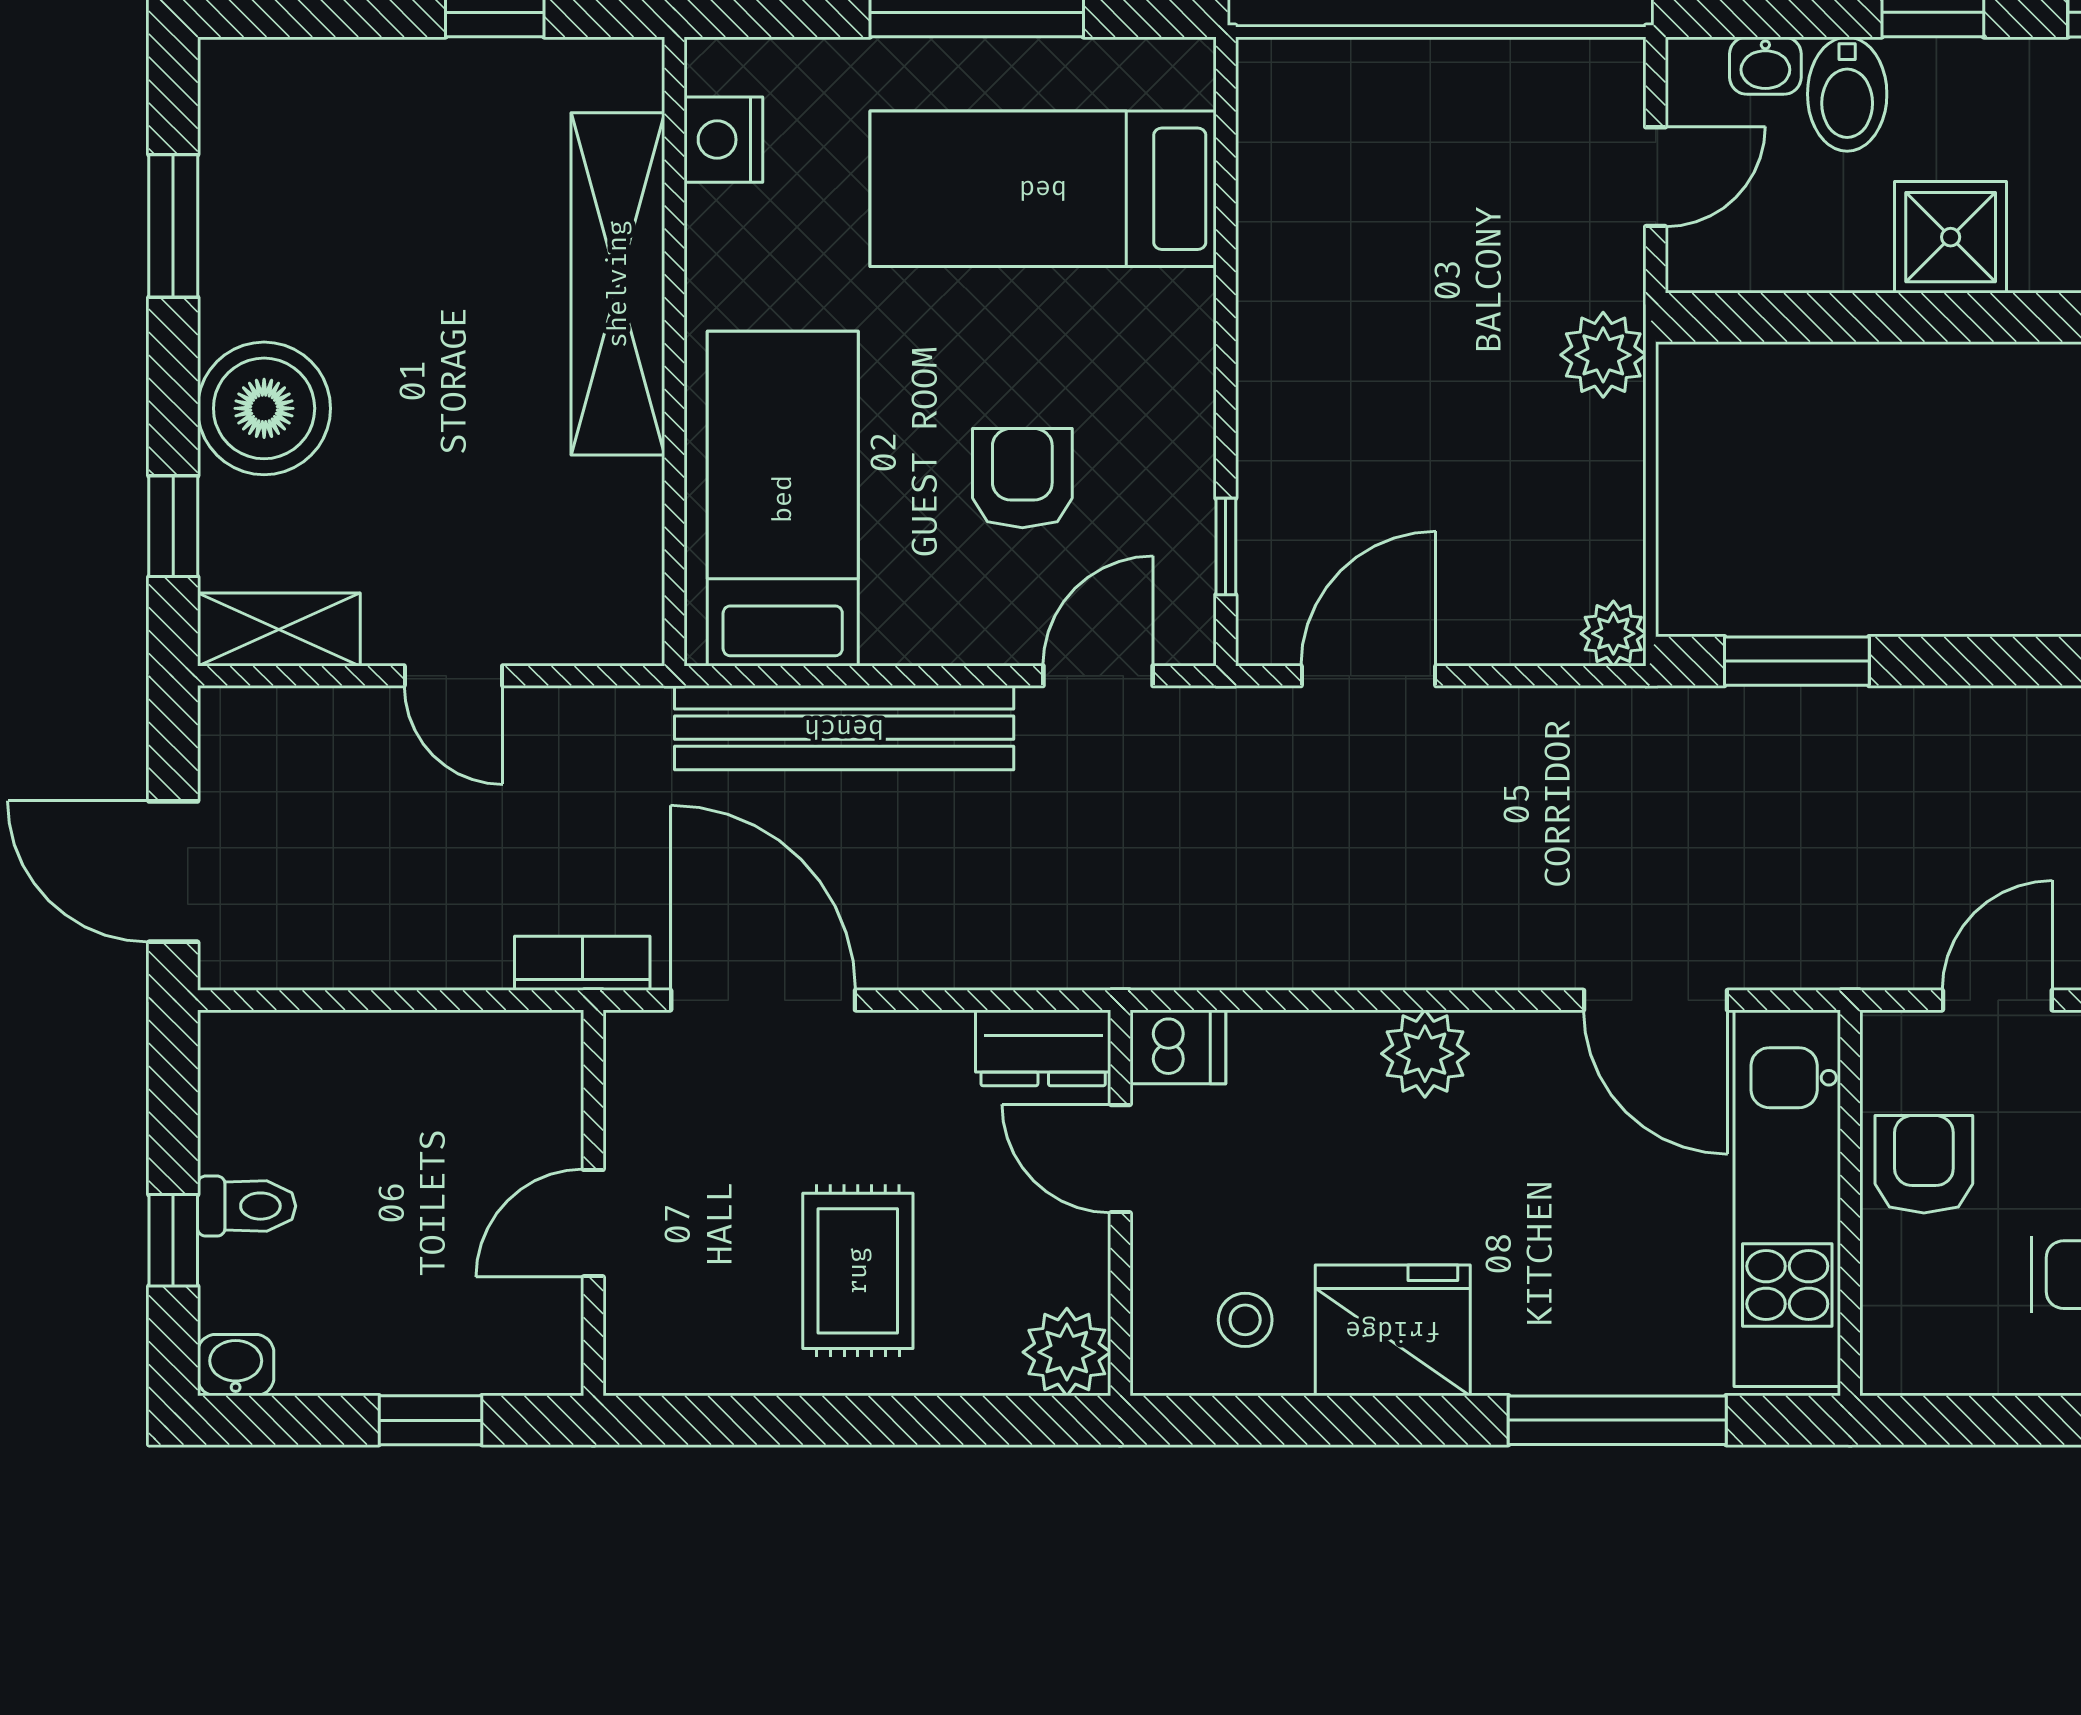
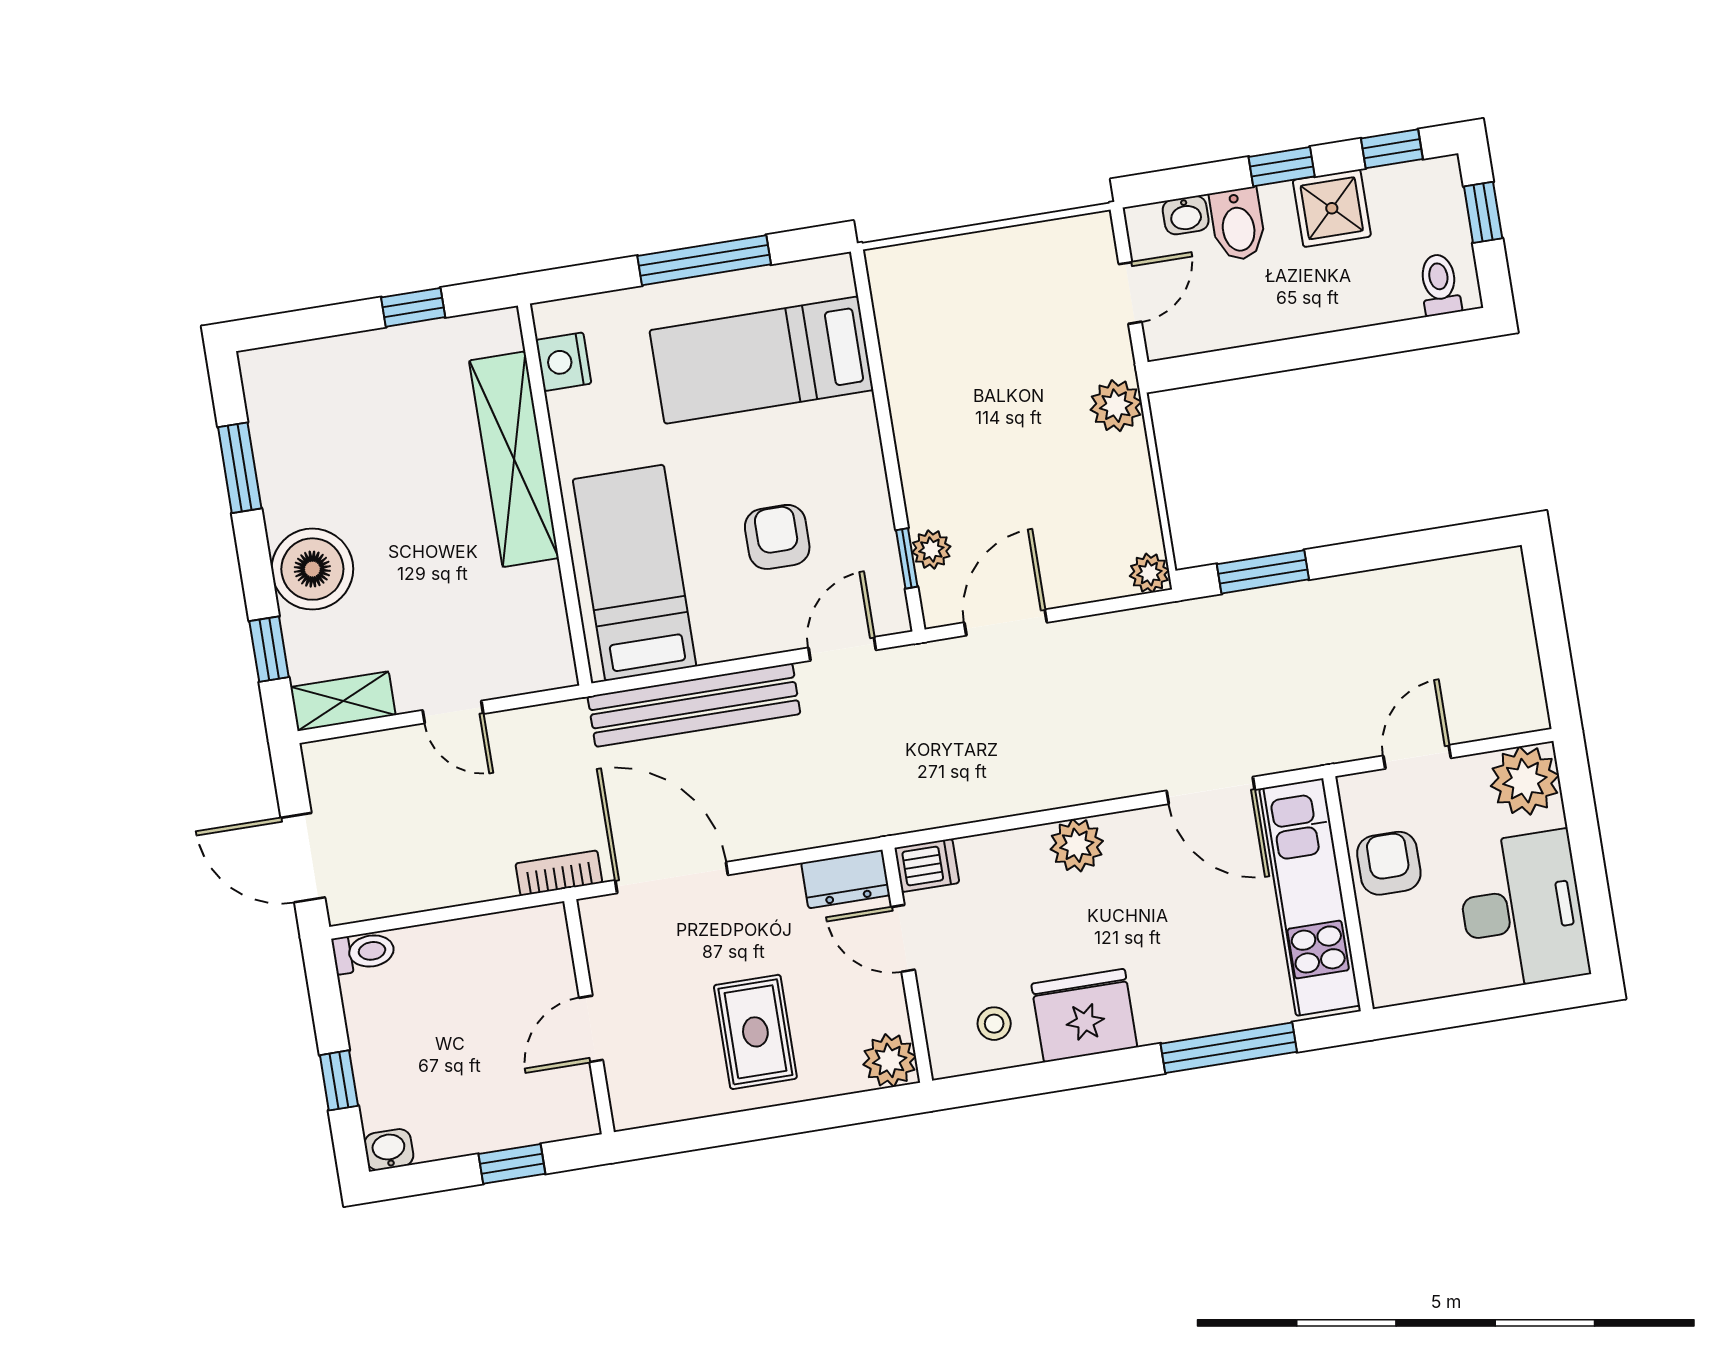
shower: (1951, 237) -> (1332, 208), moved
plant: (1268, 539) -> (931, 549), added
toilet: (247, 1206) -> (364, 952), moved

